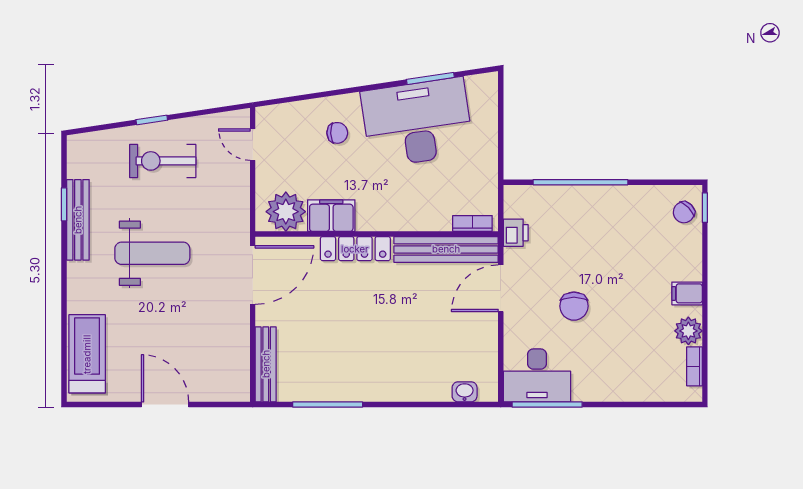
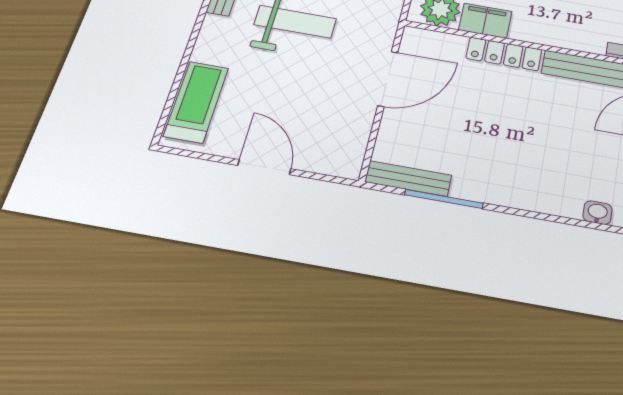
door: (253, 275) -> (388, 79), moved
bench: (266, 364) -> (408, 179), moved, turned 90

